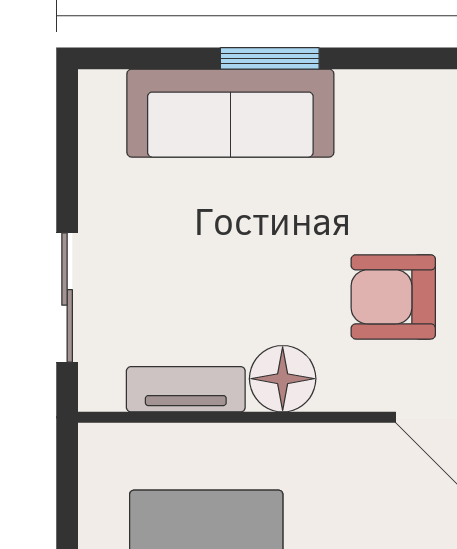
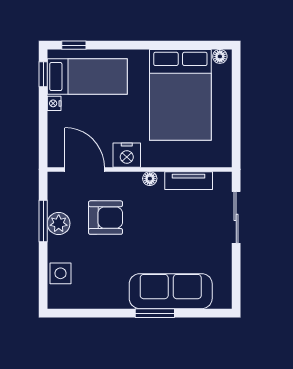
floor lamp: (283, 379) -> (150, 179), width x0.53, depth x0.53
nightstand: (340, 453) -> (127, 155), added

